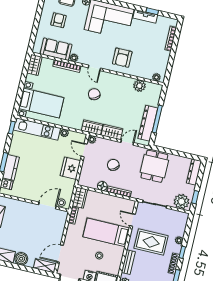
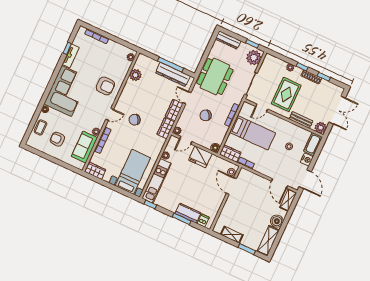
dining table: (154, 166) -> (215, 76), width x1.38
floor lamp: (102, 186) -> (215, 148), moved
bed: (106, 232) -> (253, 133), moved, turned -90

